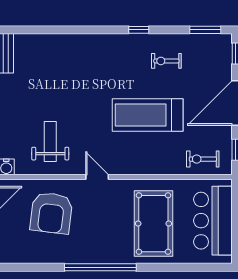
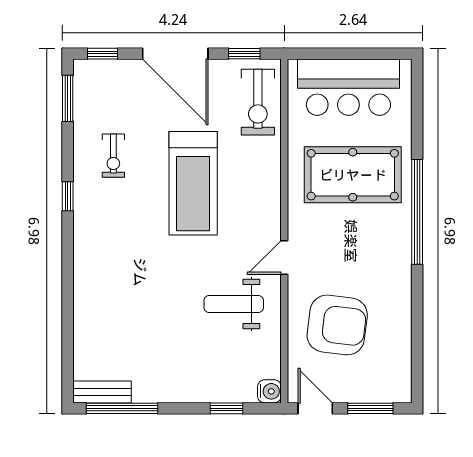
weight bench: (50, 142) -> (234, 304), moved
exercise bike: (203, 159) -> (258, 102), width x1.38, depth x1.39
window: (100, 267) -> (417, 212), moved

